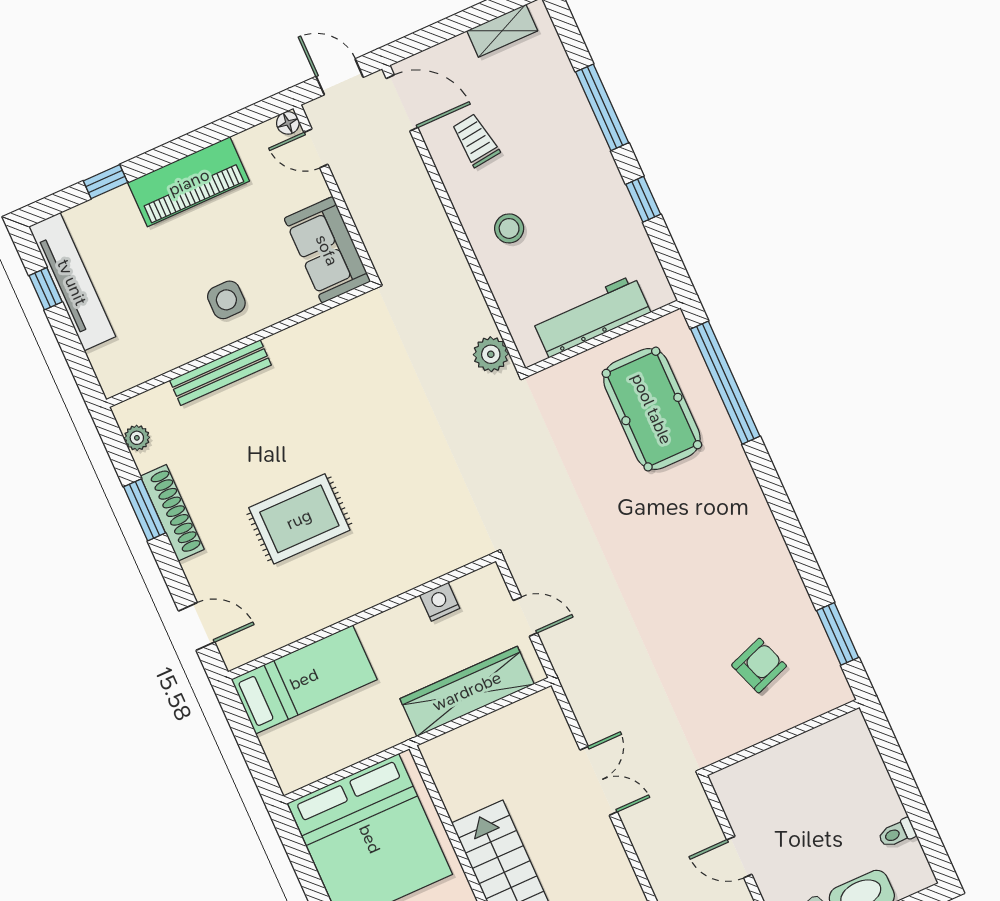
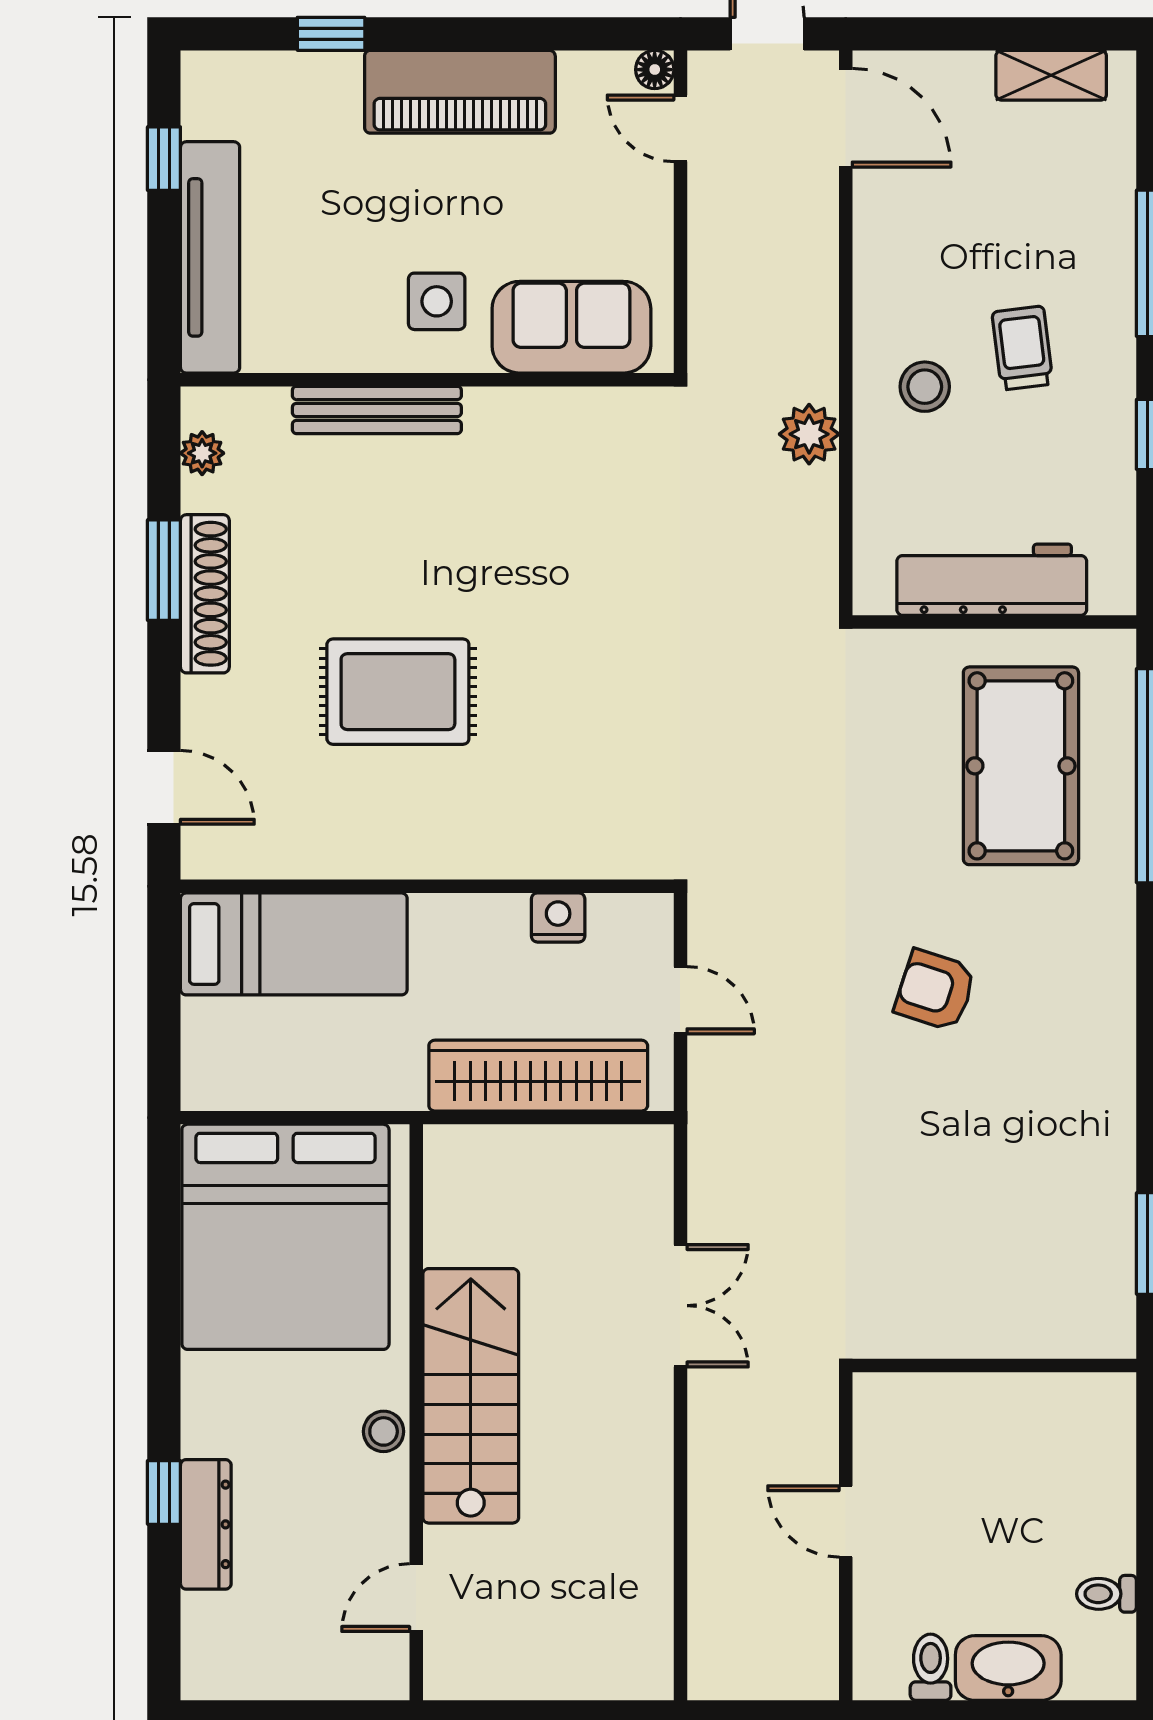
trolley: (476, 140) -> (1022, 348), moved
sofa: (327, 250) -> (571, 327), moved, turned 90
tv unit: (72, 282) -> (210, 257), moved
plant: (491, 354) -> (809, 434), moved
armchair: (759, 666) -> (935, 990), moved, turned -142

